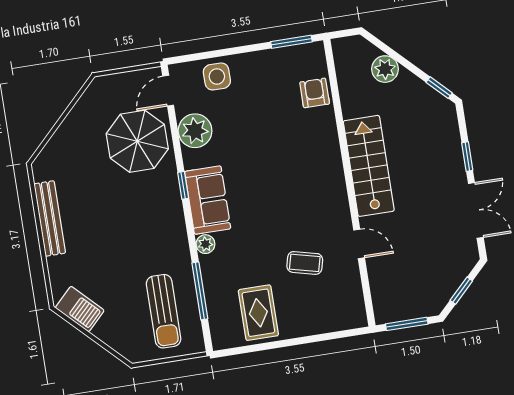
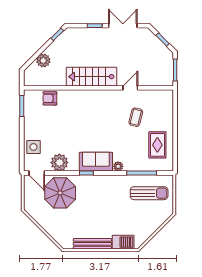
barbecue: (80, 309) -> (123, 242), moved, turned 45
rug: (258, 313) -> (157, 145), turned 90

